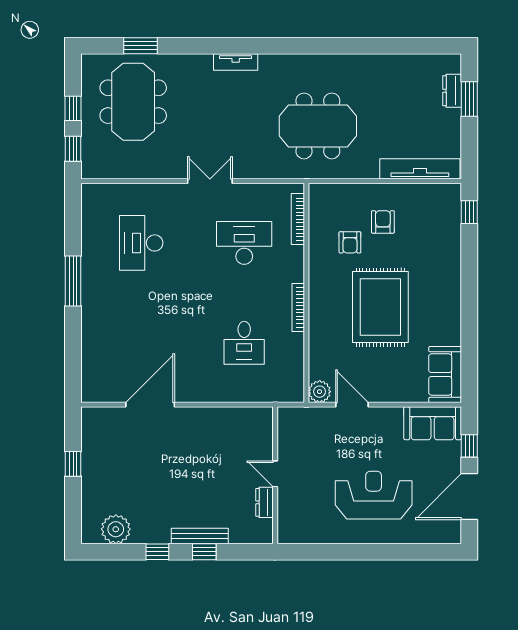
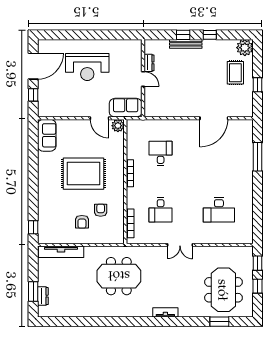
desk: (141, 243) -> (219, 210), turned 90
desk: (244, 243) -> (161, 210), width x0.73
window: (73, 281) -> (258, 157), moved
rug: (380, 307) -> (83, 174), turned 90
sofa: (433, 423) -> (126, 108), moved
rug: (112, 485) -> (235, 73), added
plant: (116, 529) -> (245, 48), moved

